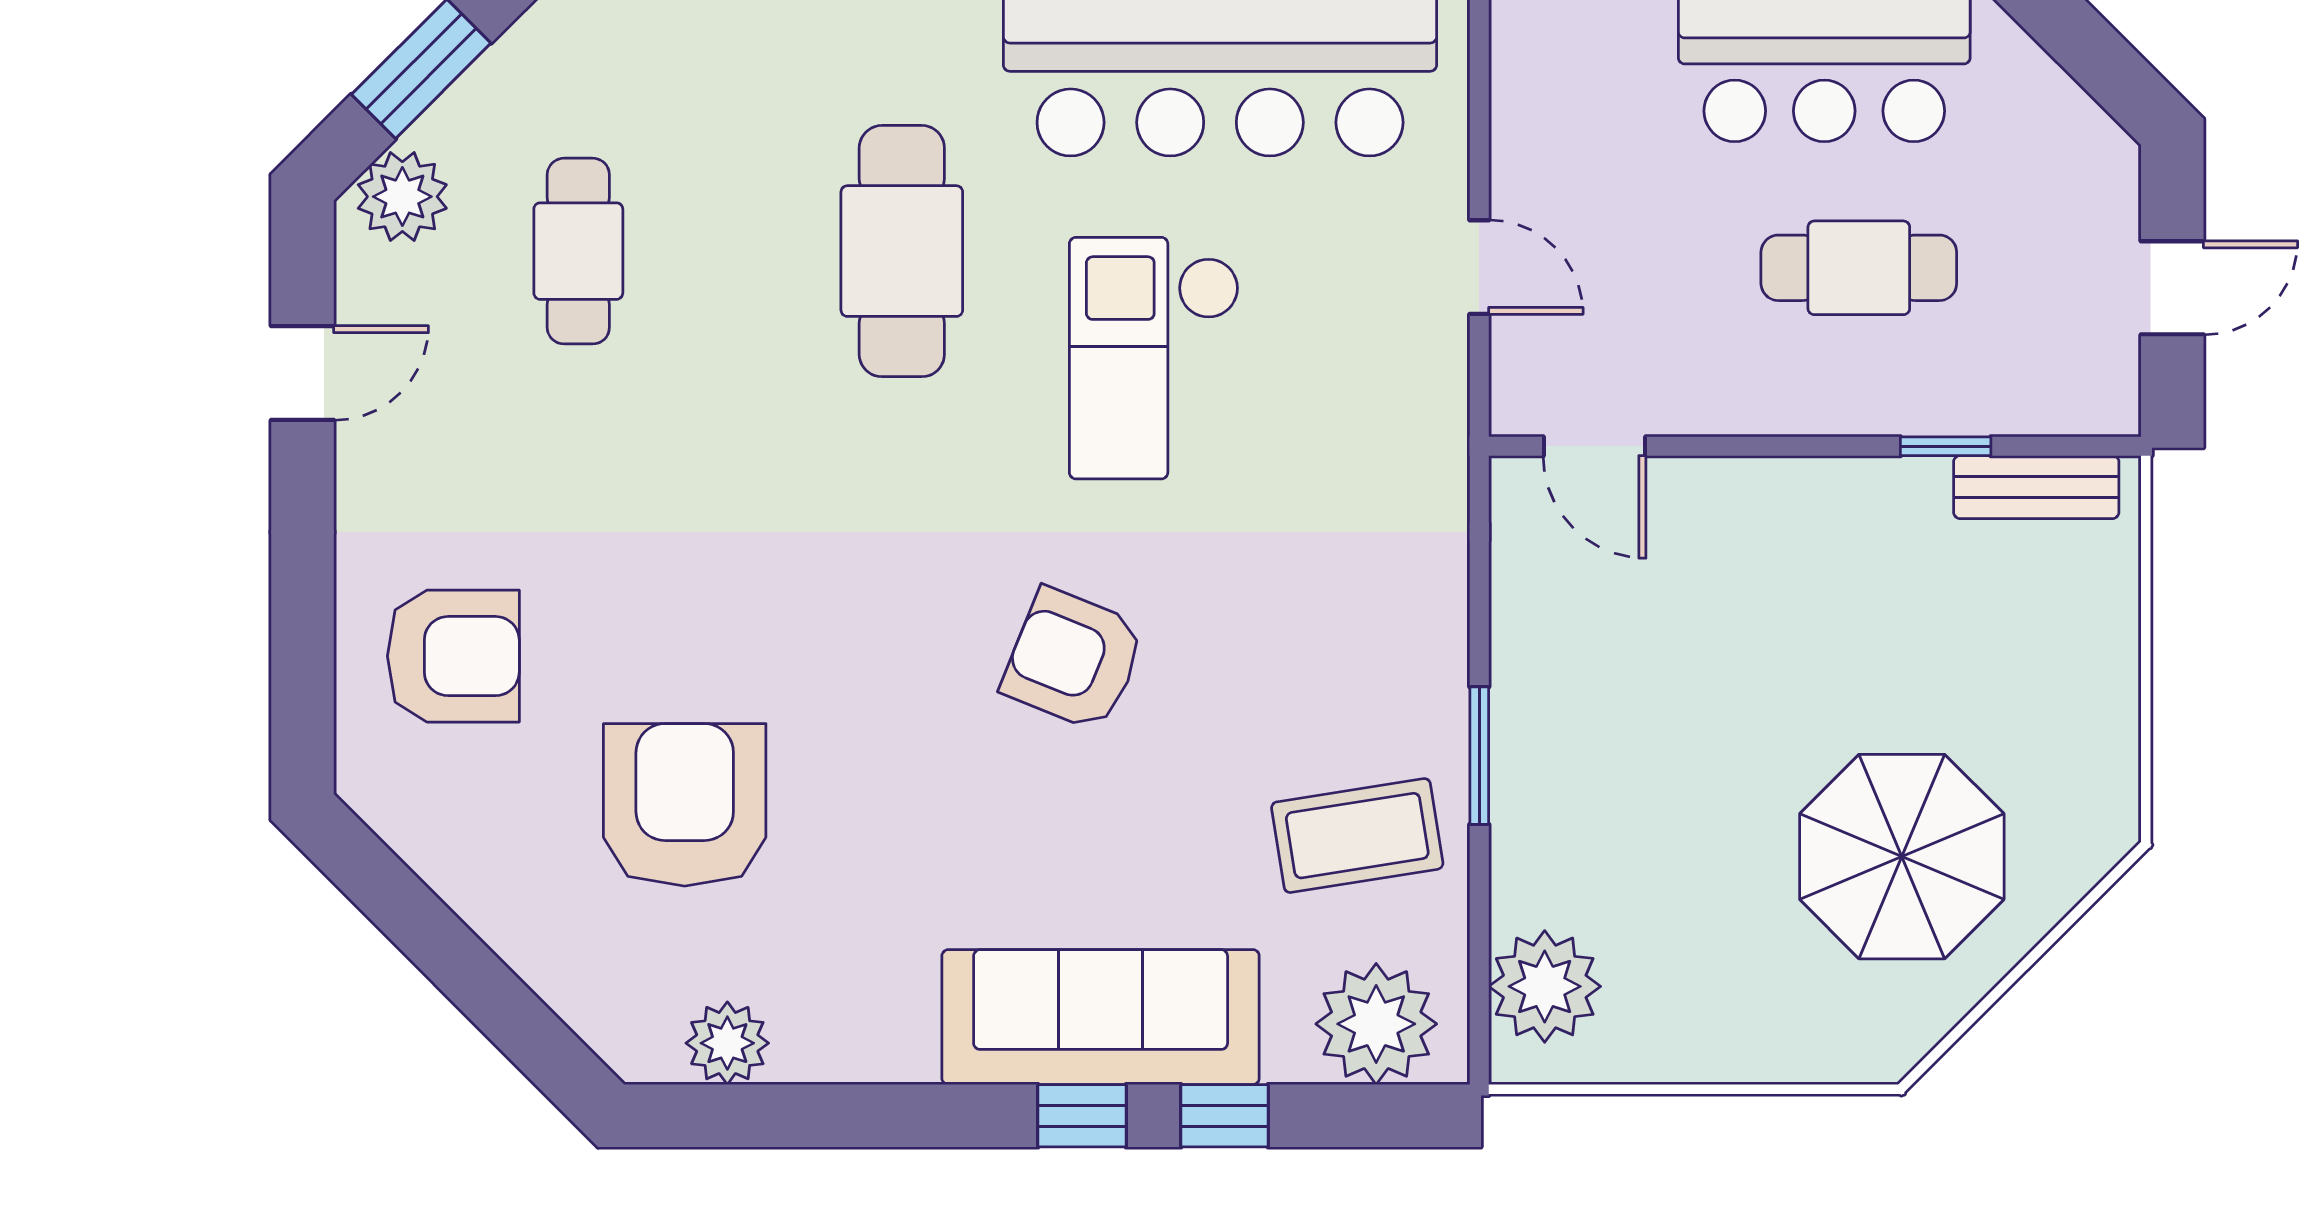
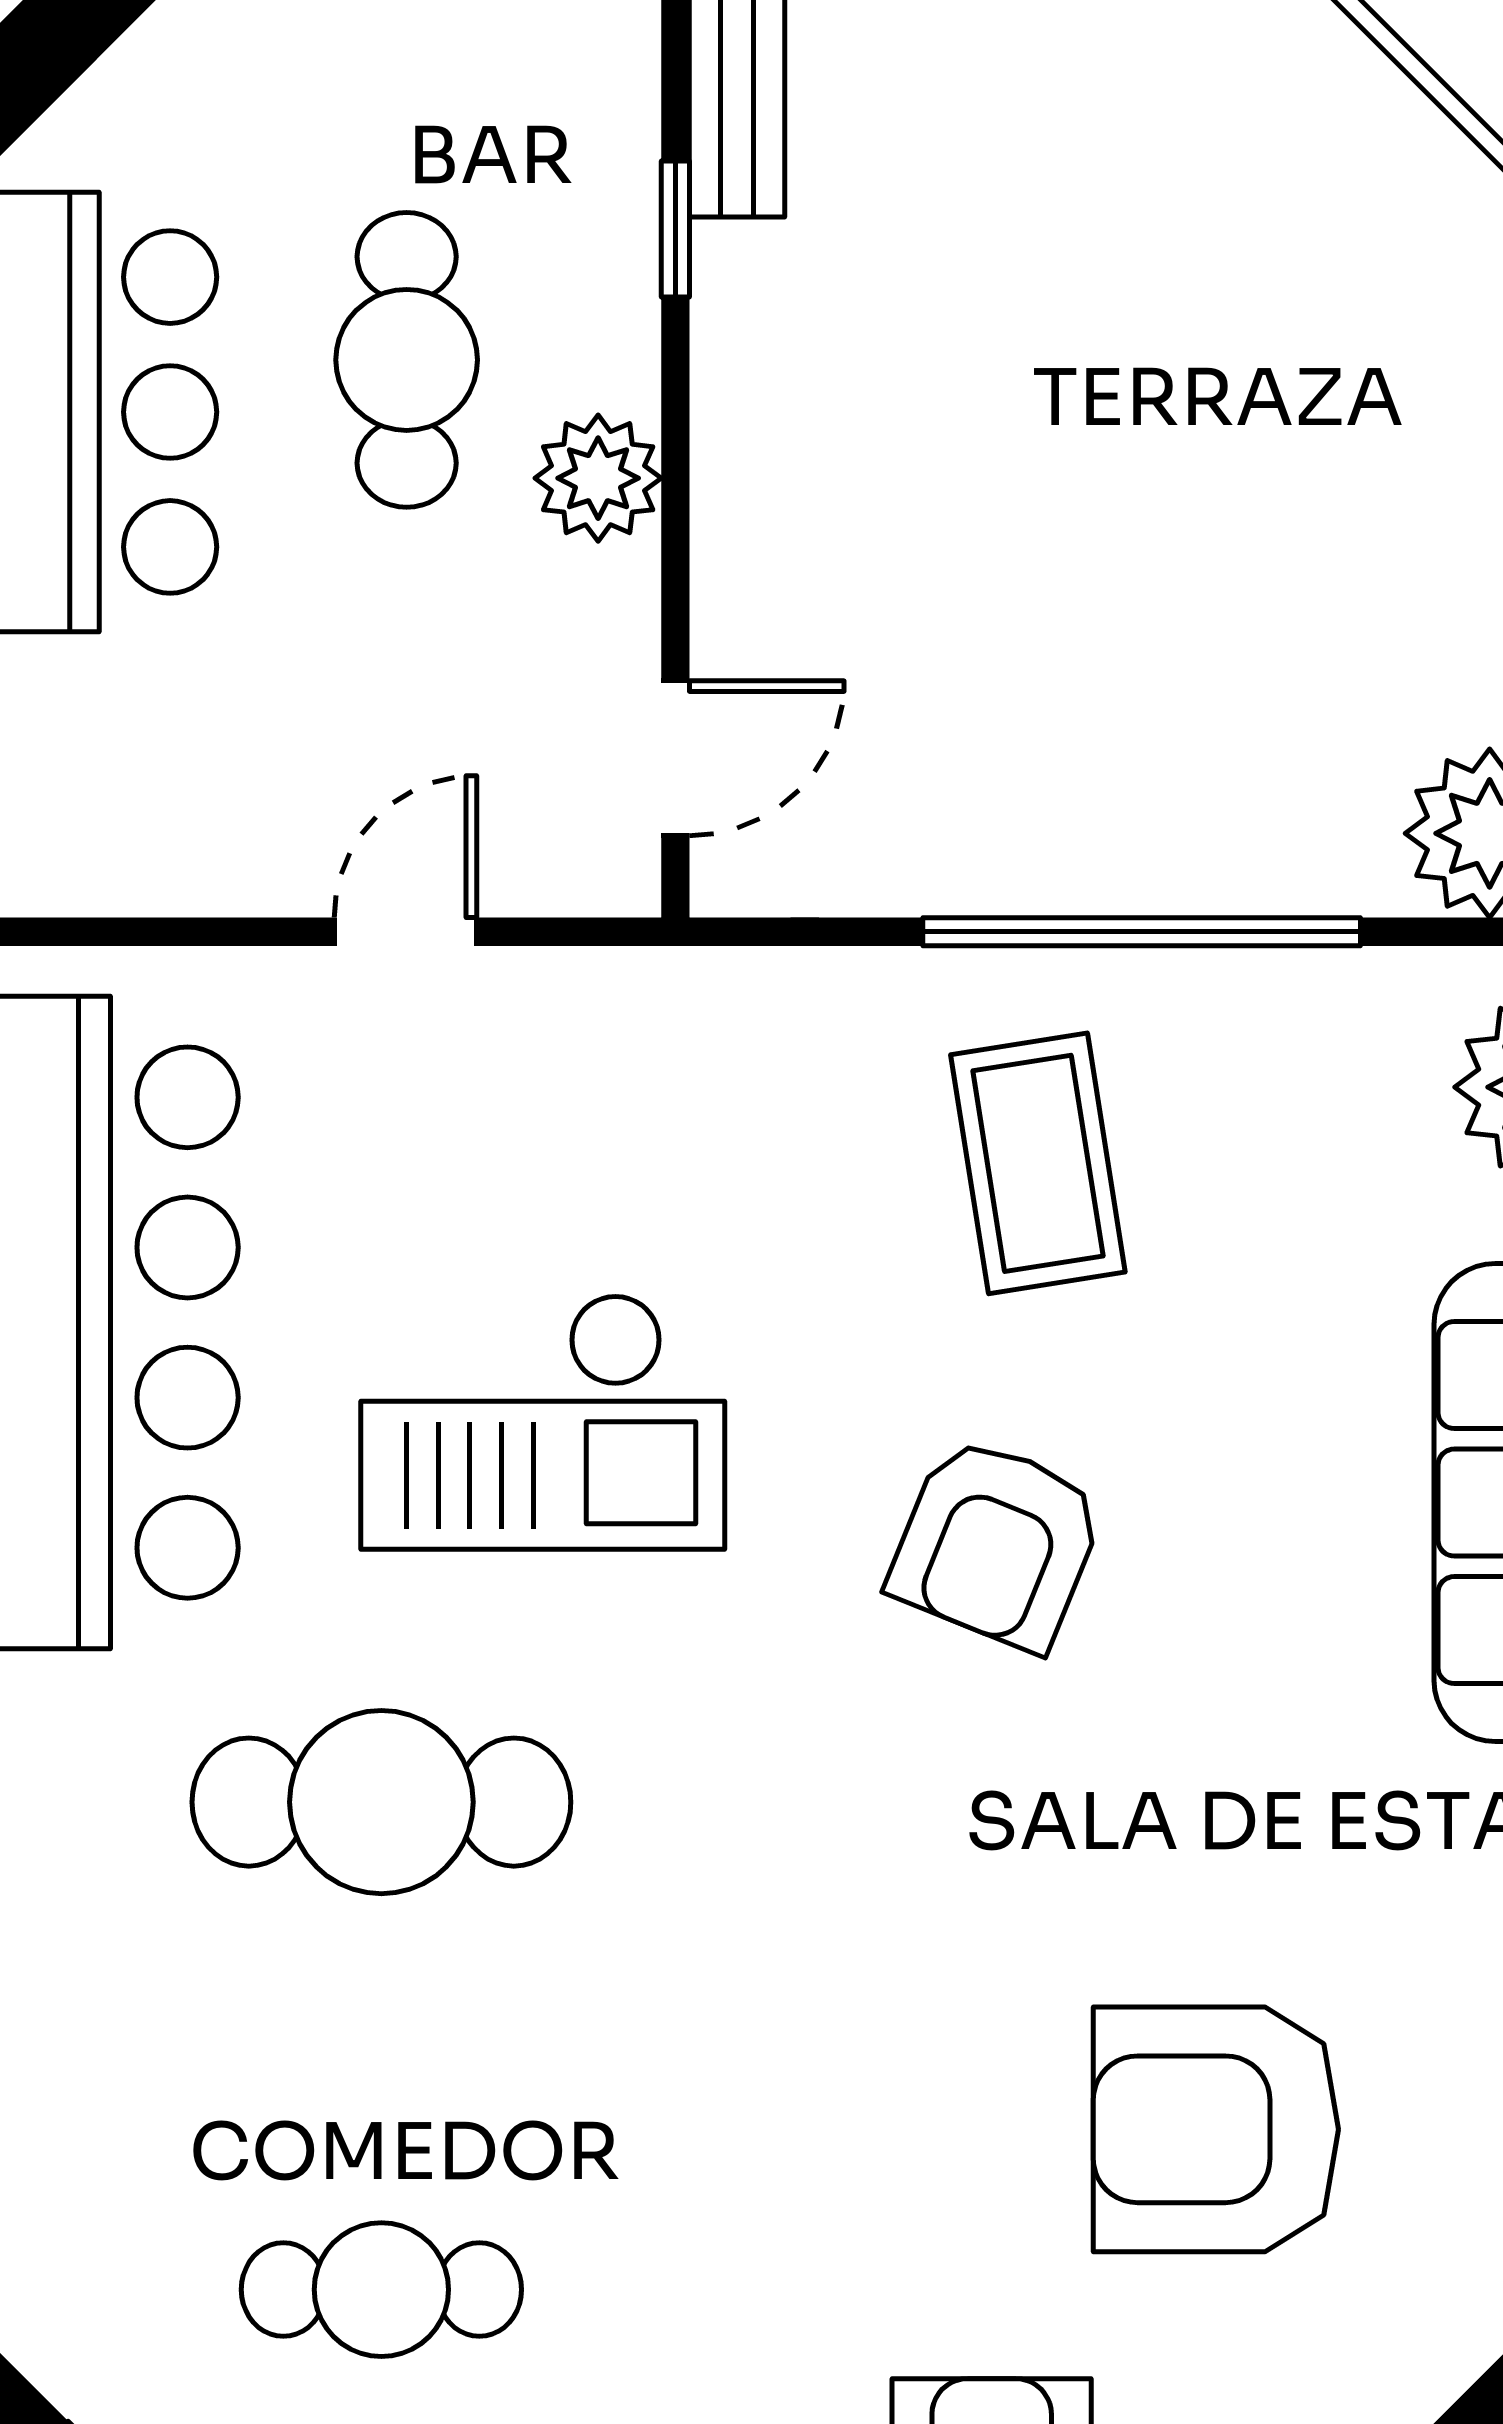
plant: (1780, 395) -> (598, 478), added
window: (1479, 756) -> (1142, 932), width x2.11
coffee table: (1357, 836) -> (1038, 1163), moved
parasol: (1902, 857) -> (1294, 295), removed

